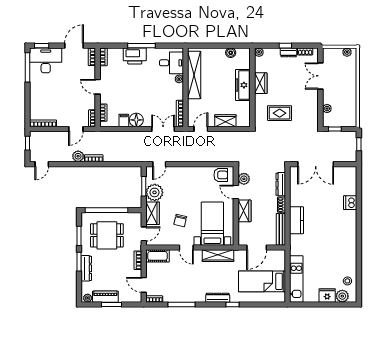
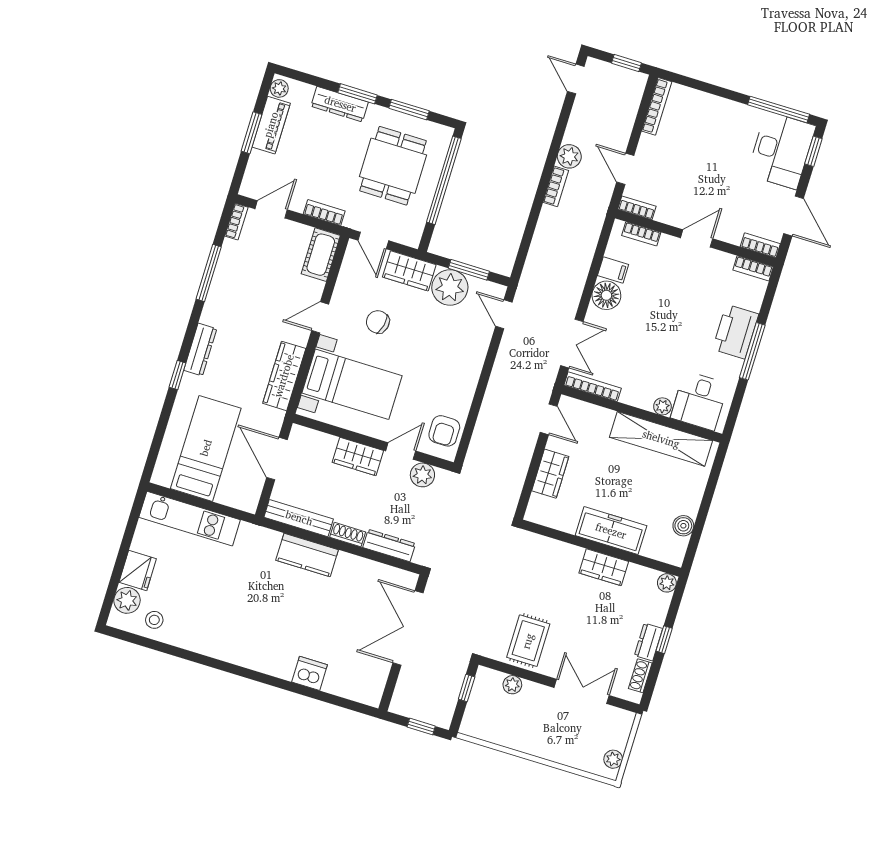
rug: (280, 113) -> (528, 641), moved

